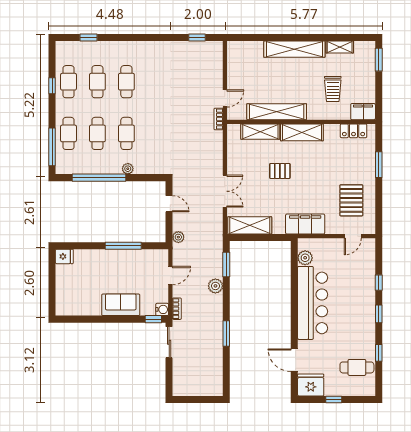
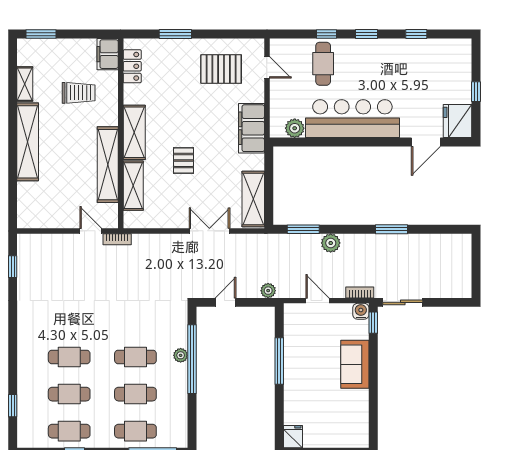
window: (99, 178) -> (192, 359), moved
cafe table: (357, 367) -> (323, 64), moved

